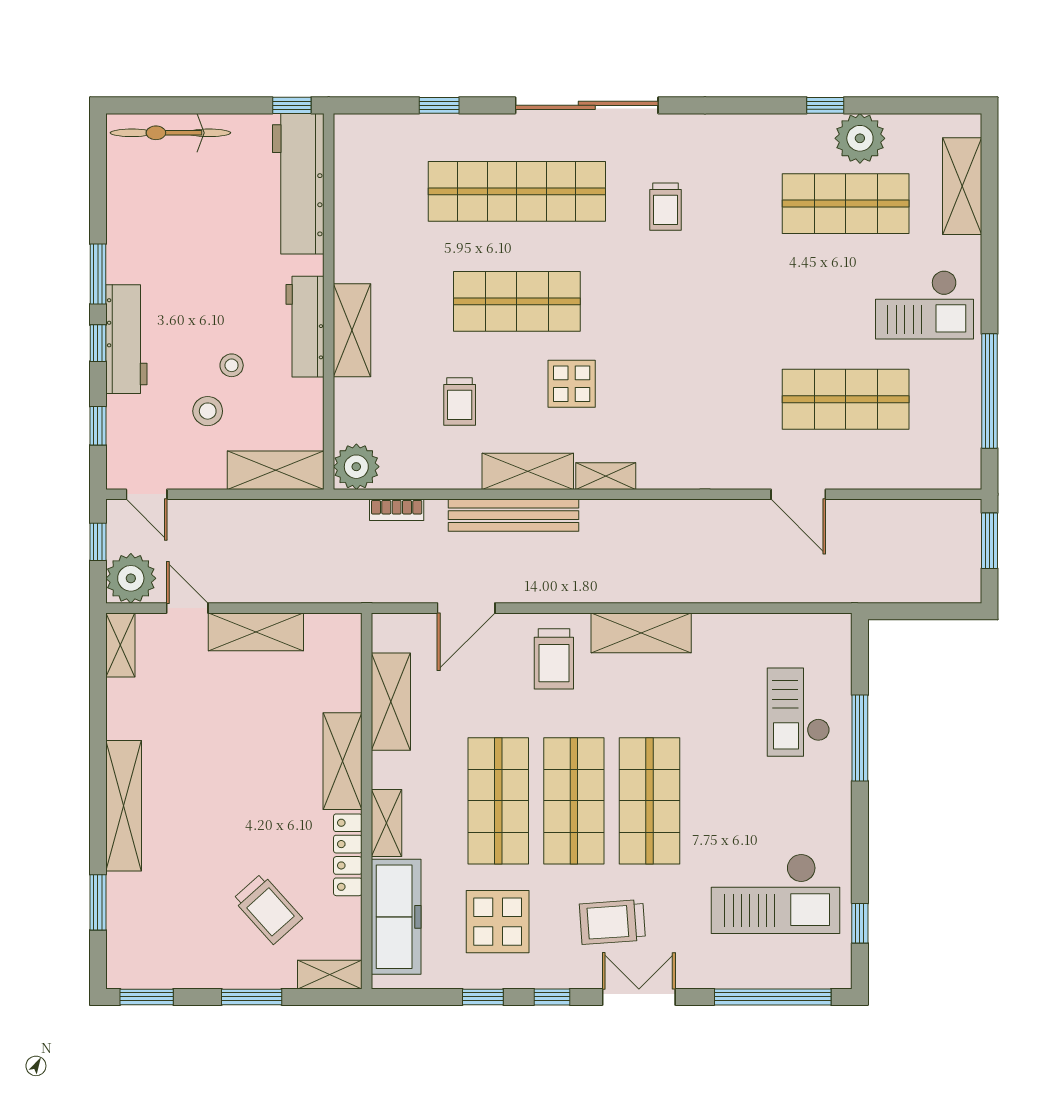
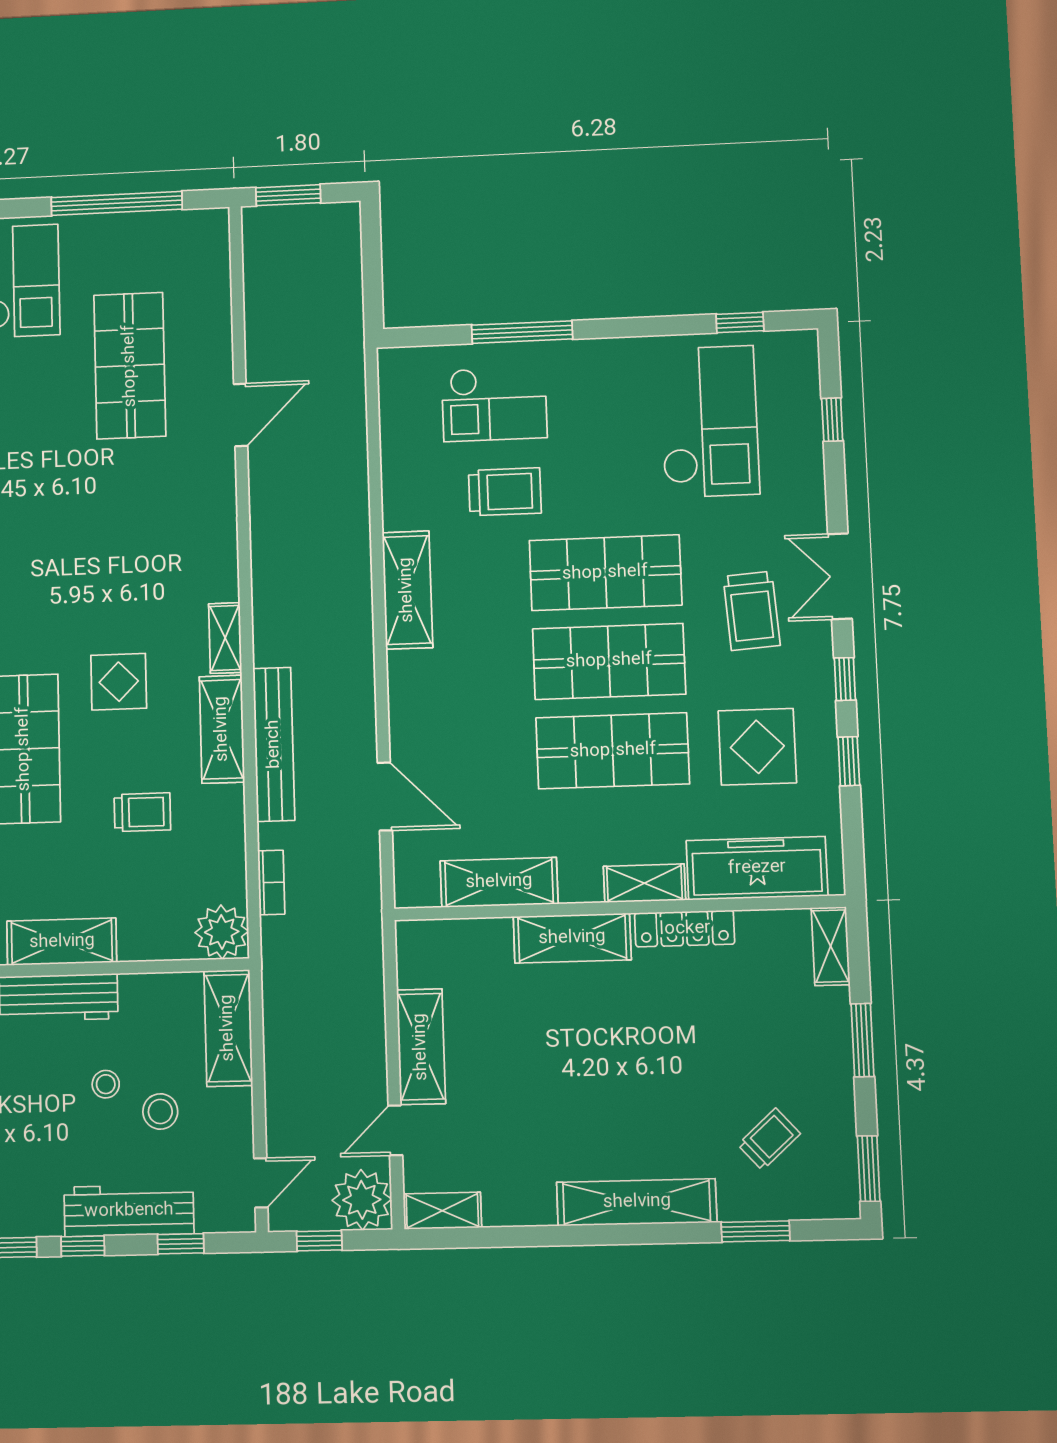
workbench: (126, 339) -> (129, 1211), moved
trolley: (554, 659) -> (505, 492), moved
trolley: (268, 909) -> (769, 1139), moved, width x0.73, depth x0.72
window: (773, 997) -> (832, 420), width x0.32

